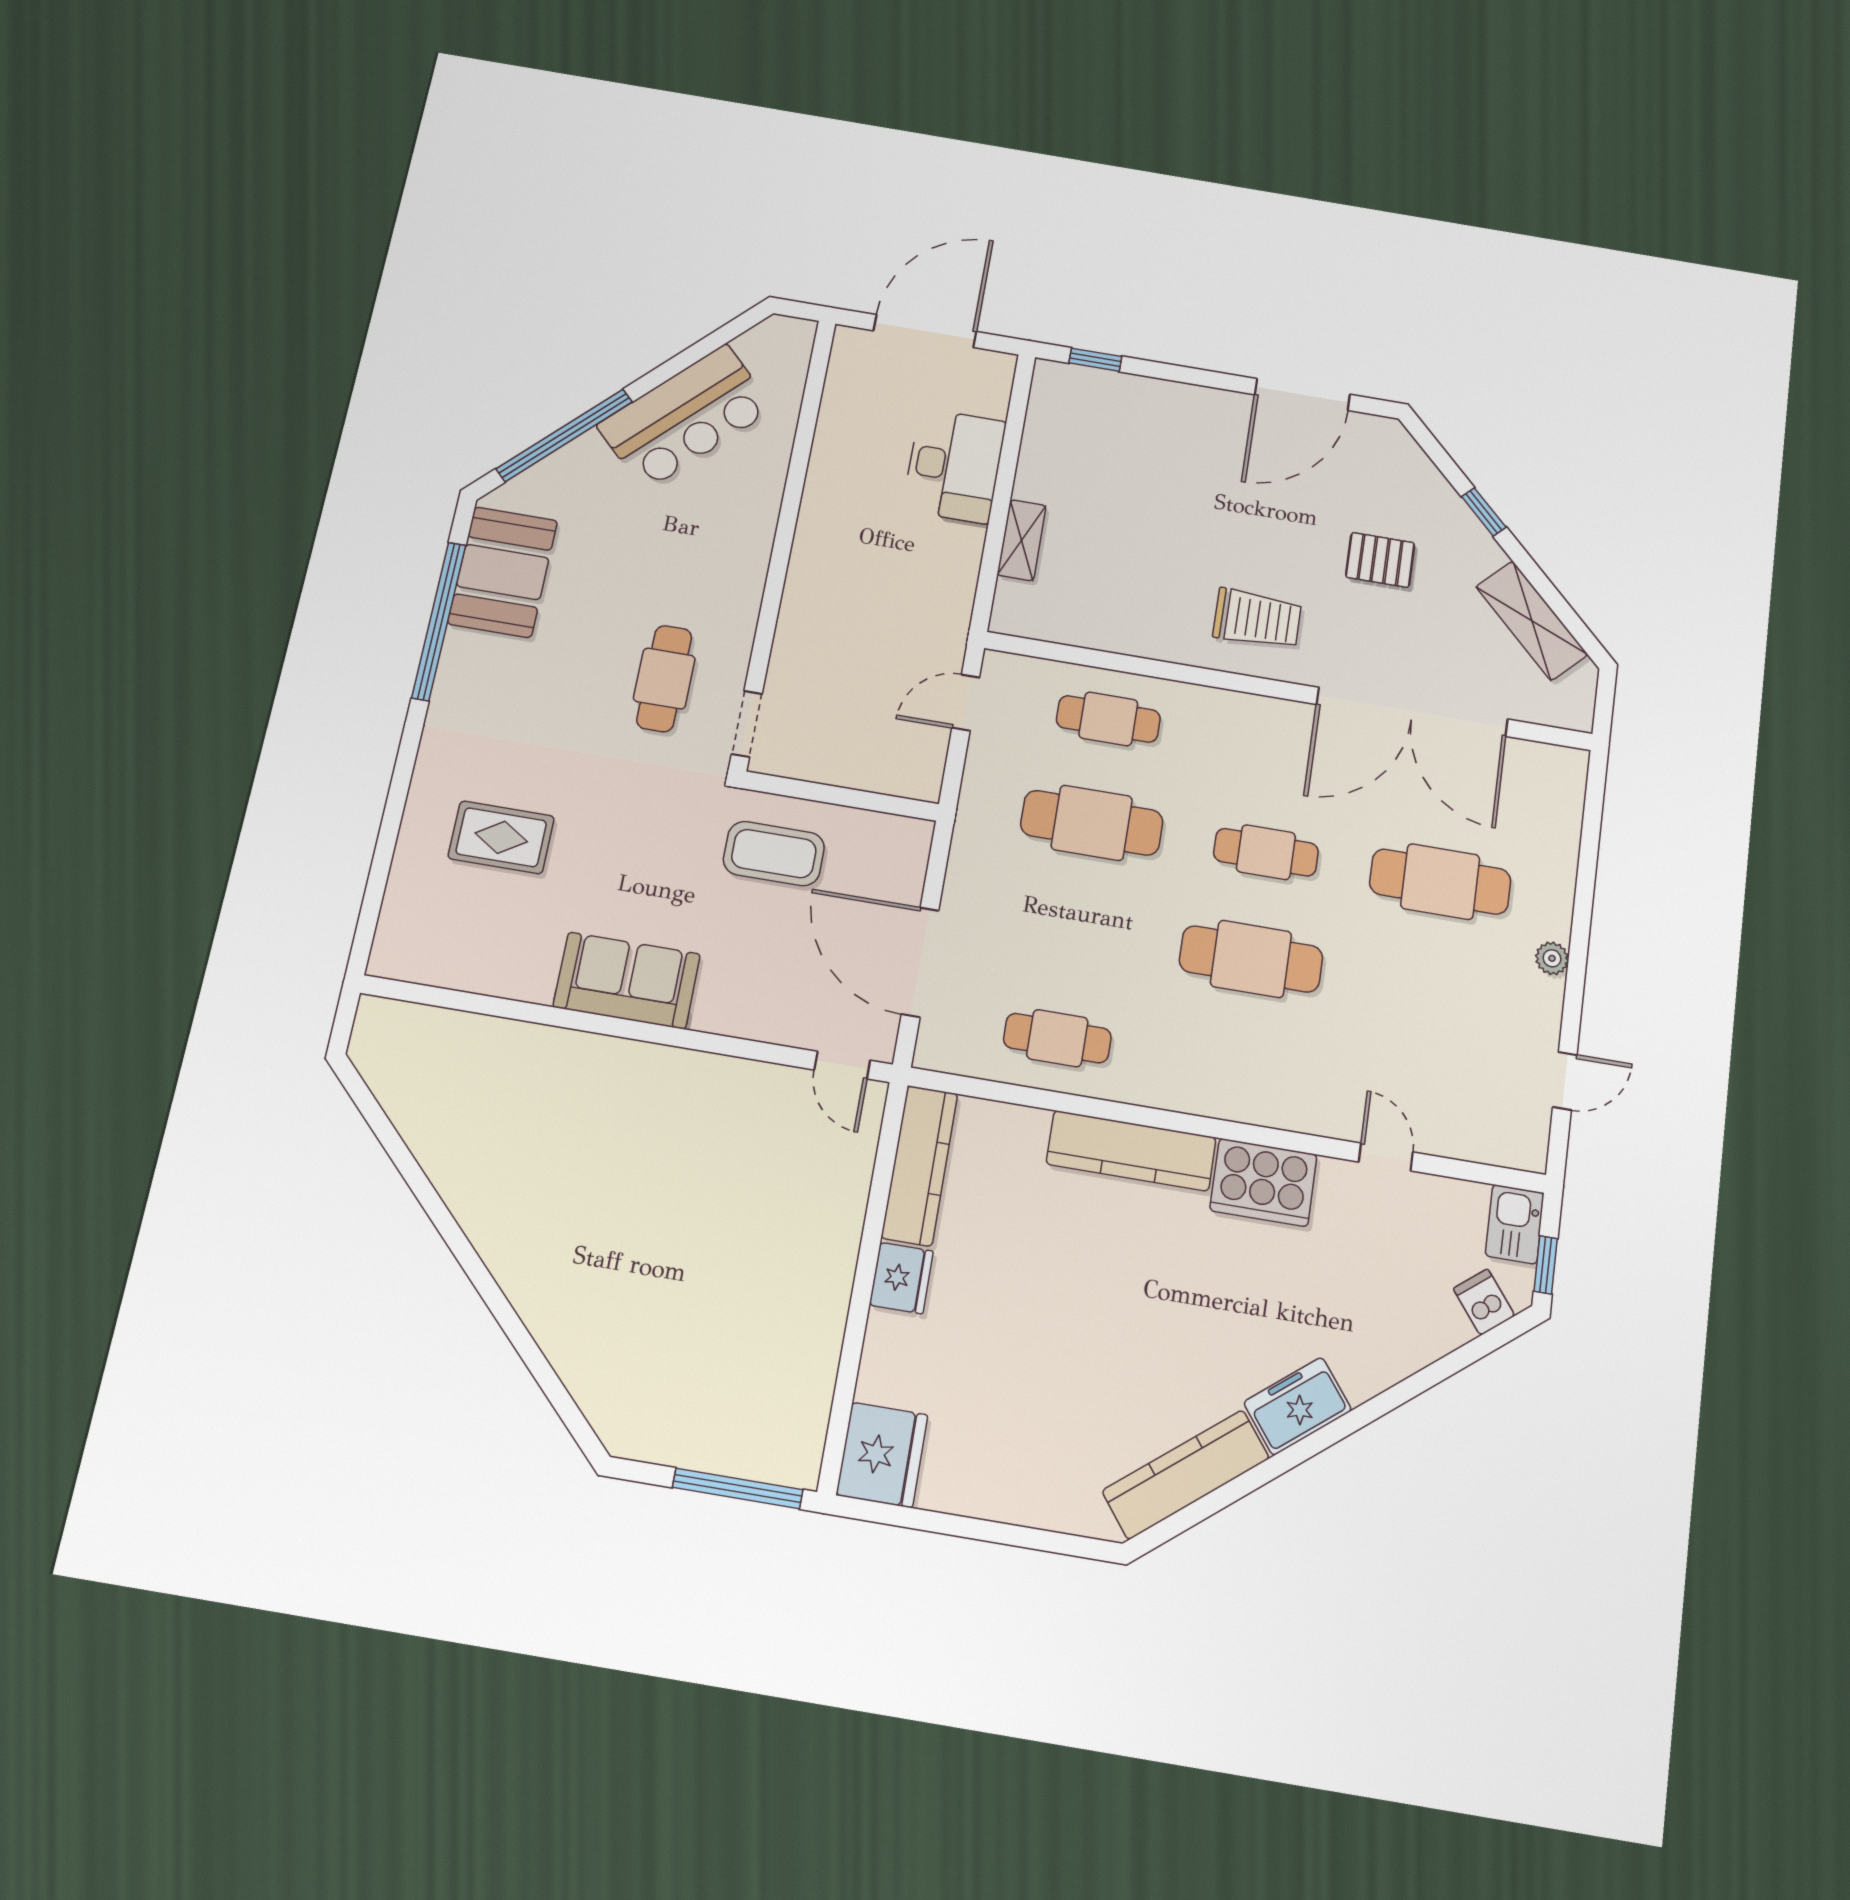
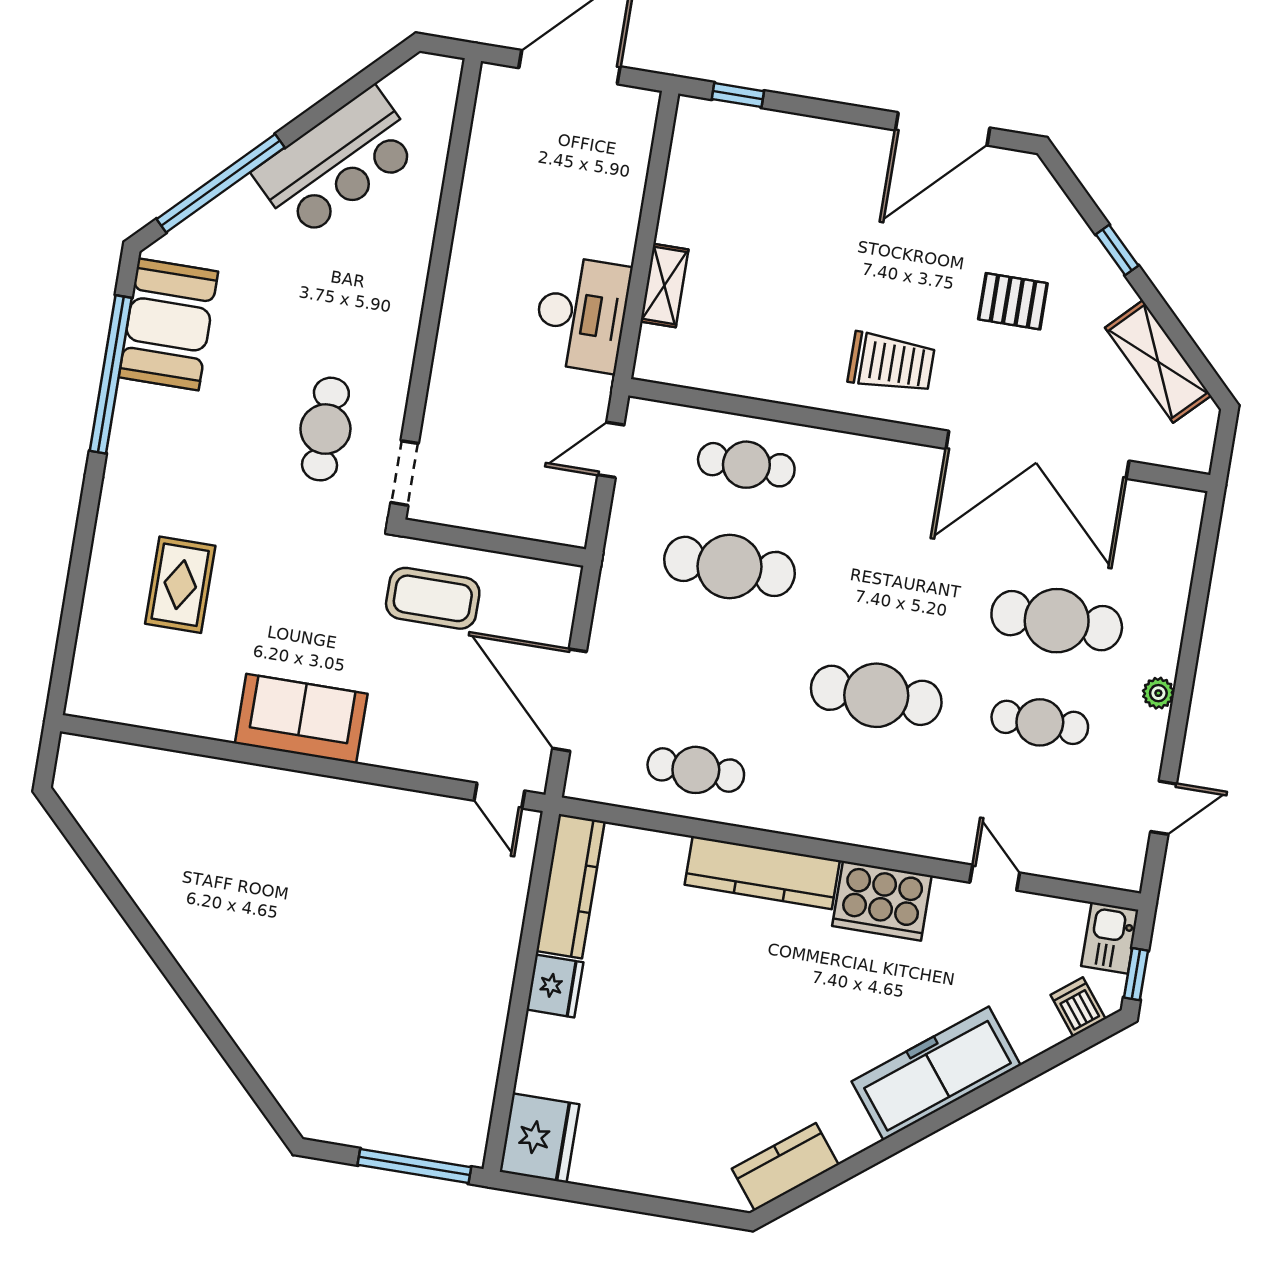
desk: (954, 466) -> (582, 314), moved
rug: (501, 837) -> (180, 585), turned 90
cafe table: (1266, 852) -> (1040, 722), moved
freezer: (1298, 1406) -> (936, 1073), width x1.91, depth x1.26
kitchen counter: (1186, 1474) -> (785, 1167), width x0.67

